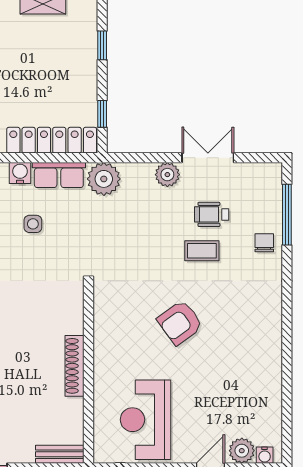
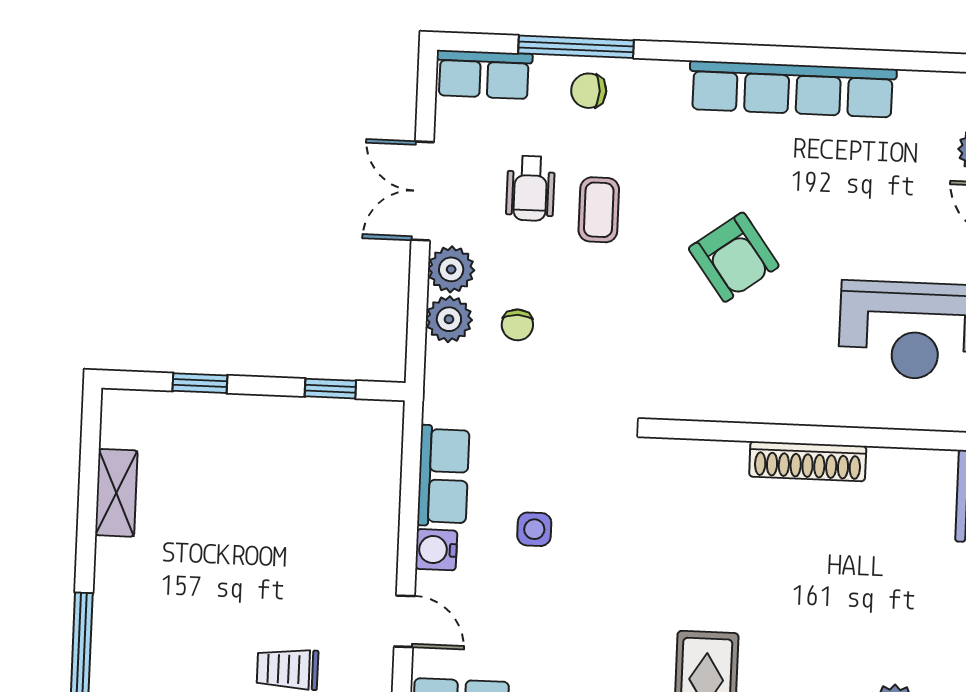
locker: (52, 140) -> (377, 487), removed
plant: (104, 179) -> (449, 319), moved, width x0.73, depth x0.73
row of seats: (270, 187) -> (484, 75), added
chair: (140, 211) -> (517, 325), added
window: (287, 215) -> (576, 47), moved
row of seats: (269, 350) -> (793, 89), added

